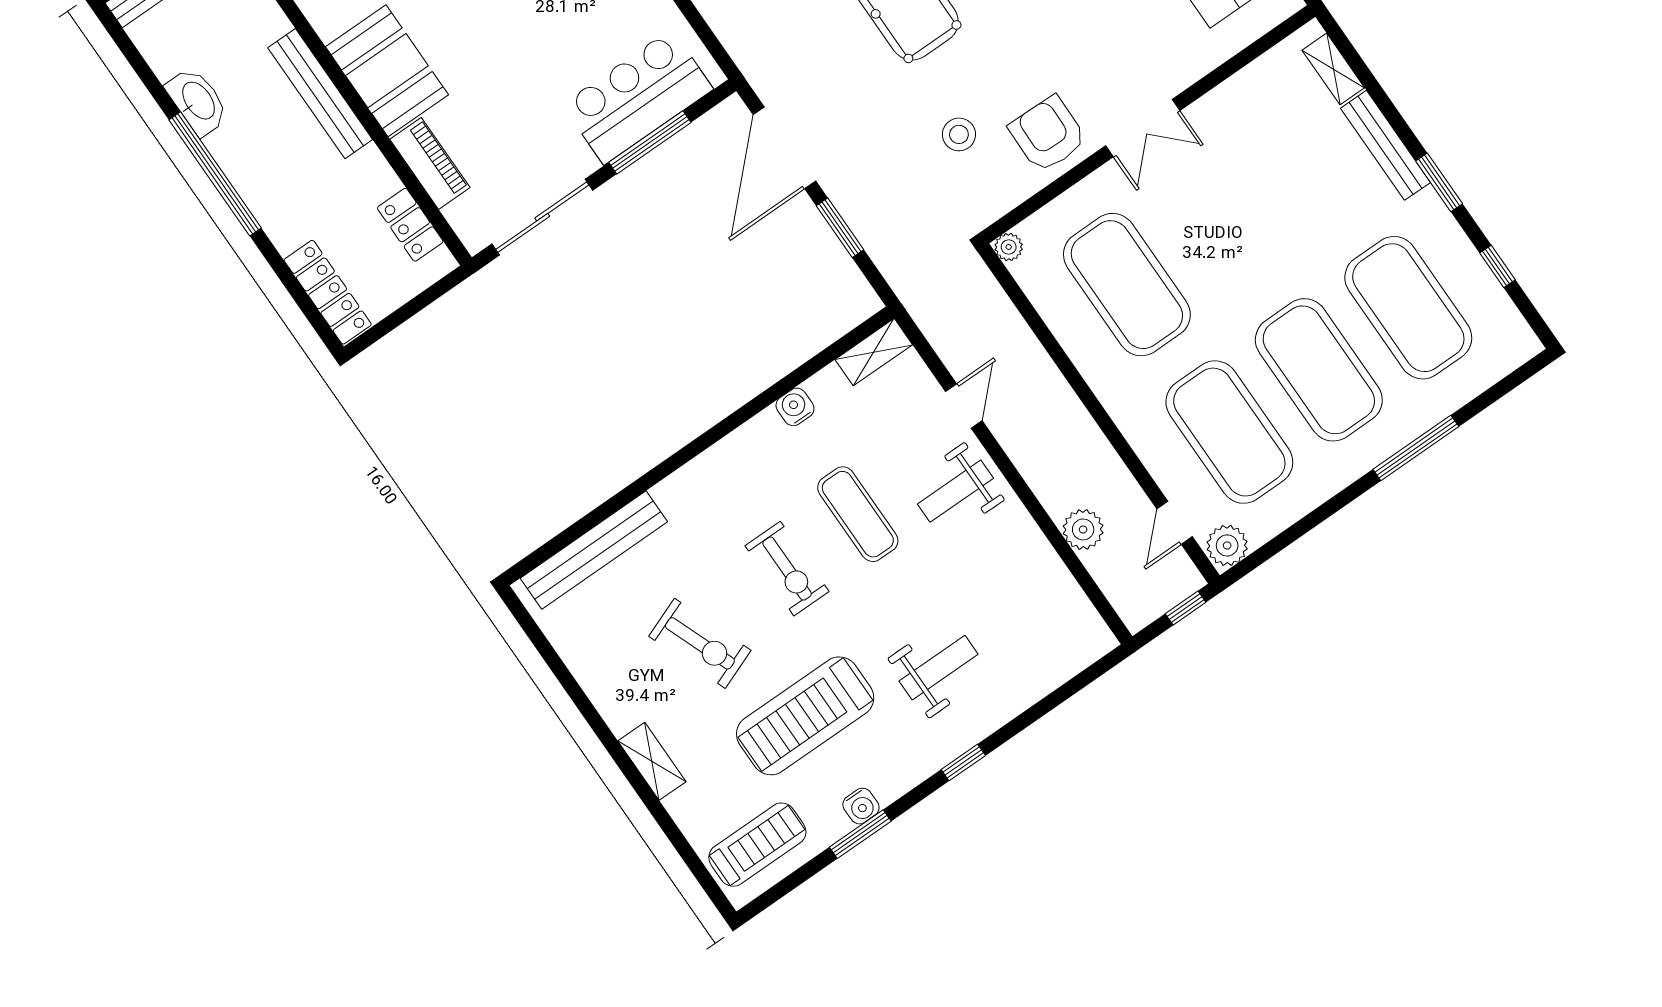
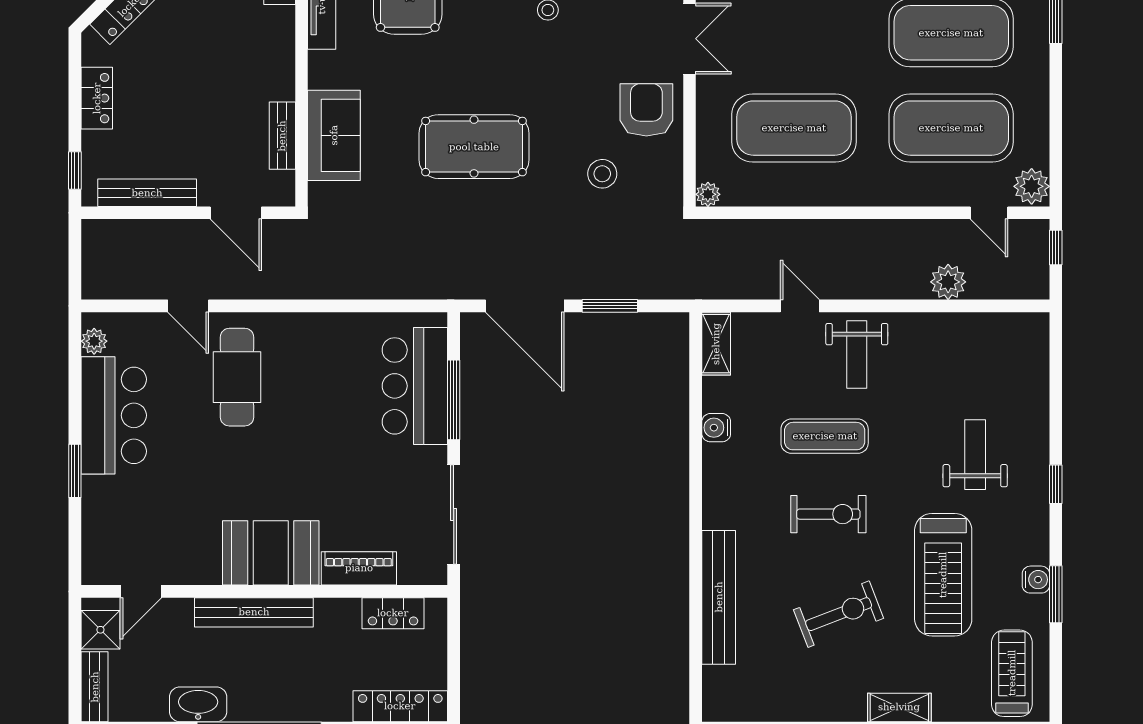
armchair: (1048, 134) -> (646, 110), turned 89
bench: (594, 550) -> (719, 597), moved

